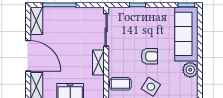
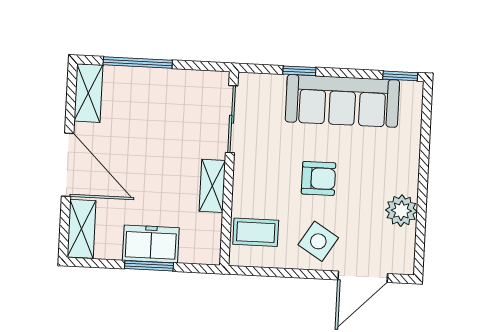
sofa: (186, 34) -> (342, 101), moved, turned -90

